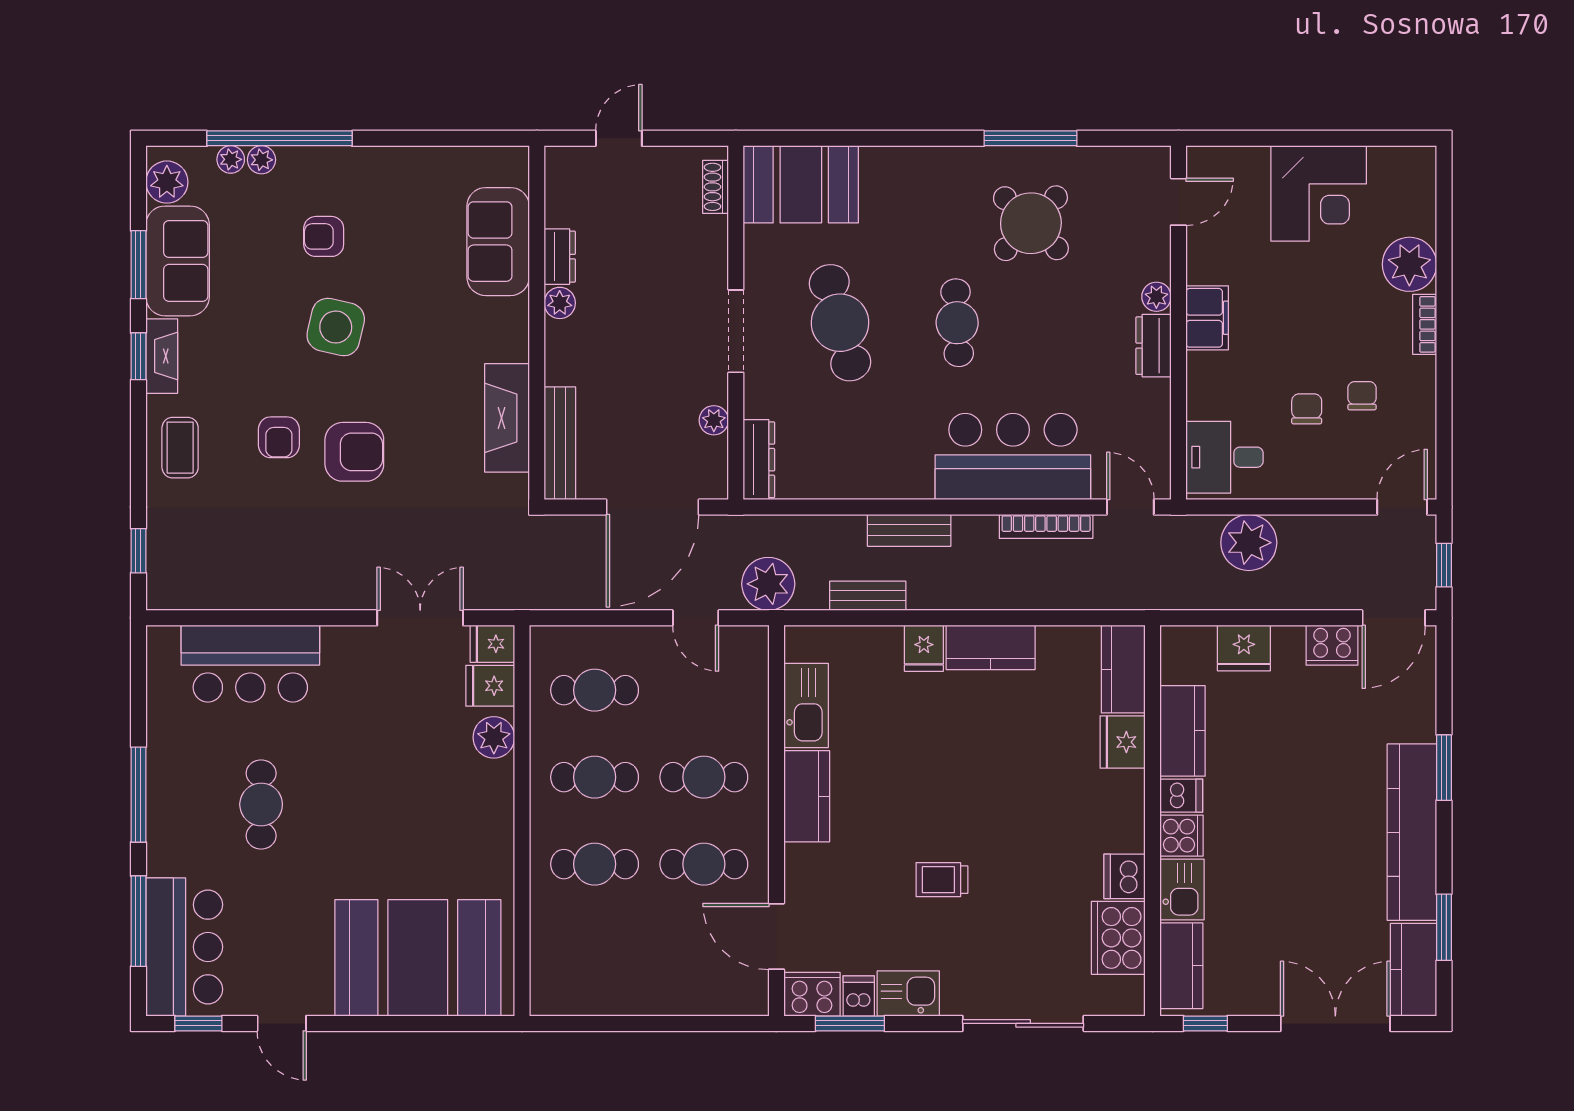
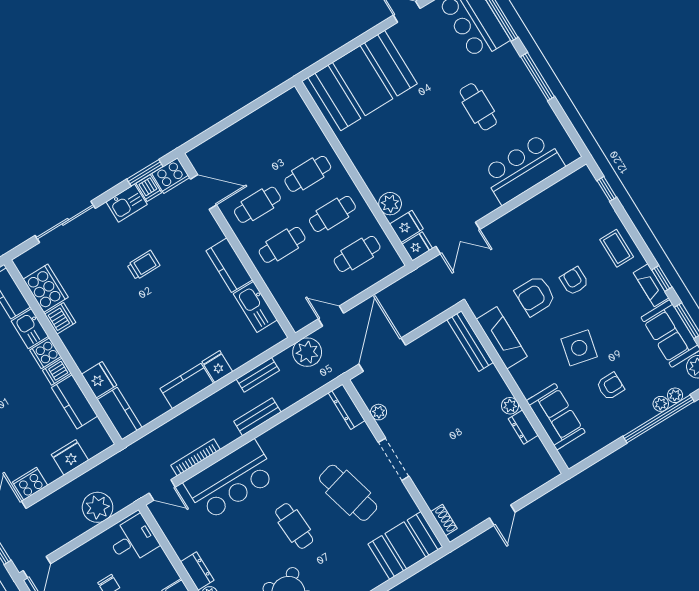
sofa: (498, 242) -> (556, 417), moved
dresser: (560, 257) -> (523, 427), moved
plant: (560, 303) -> (510, 406), moved
wall: (537, 323) -> (515, 390), moved
fireplace: (507, 418) -> (502, 338), moved
bench: (560, 443) -> (470, 341), moved

